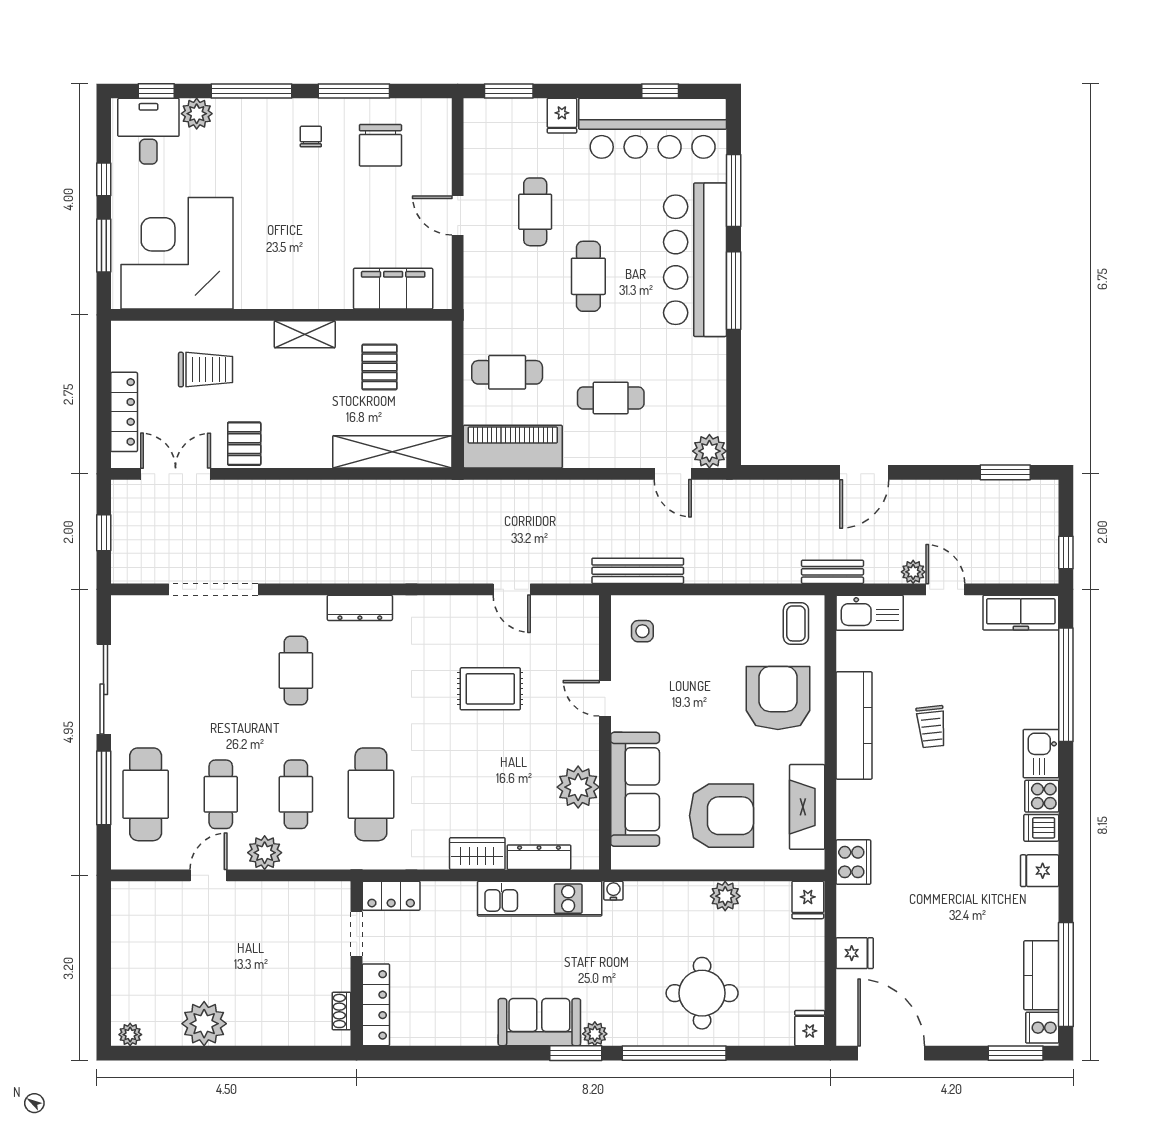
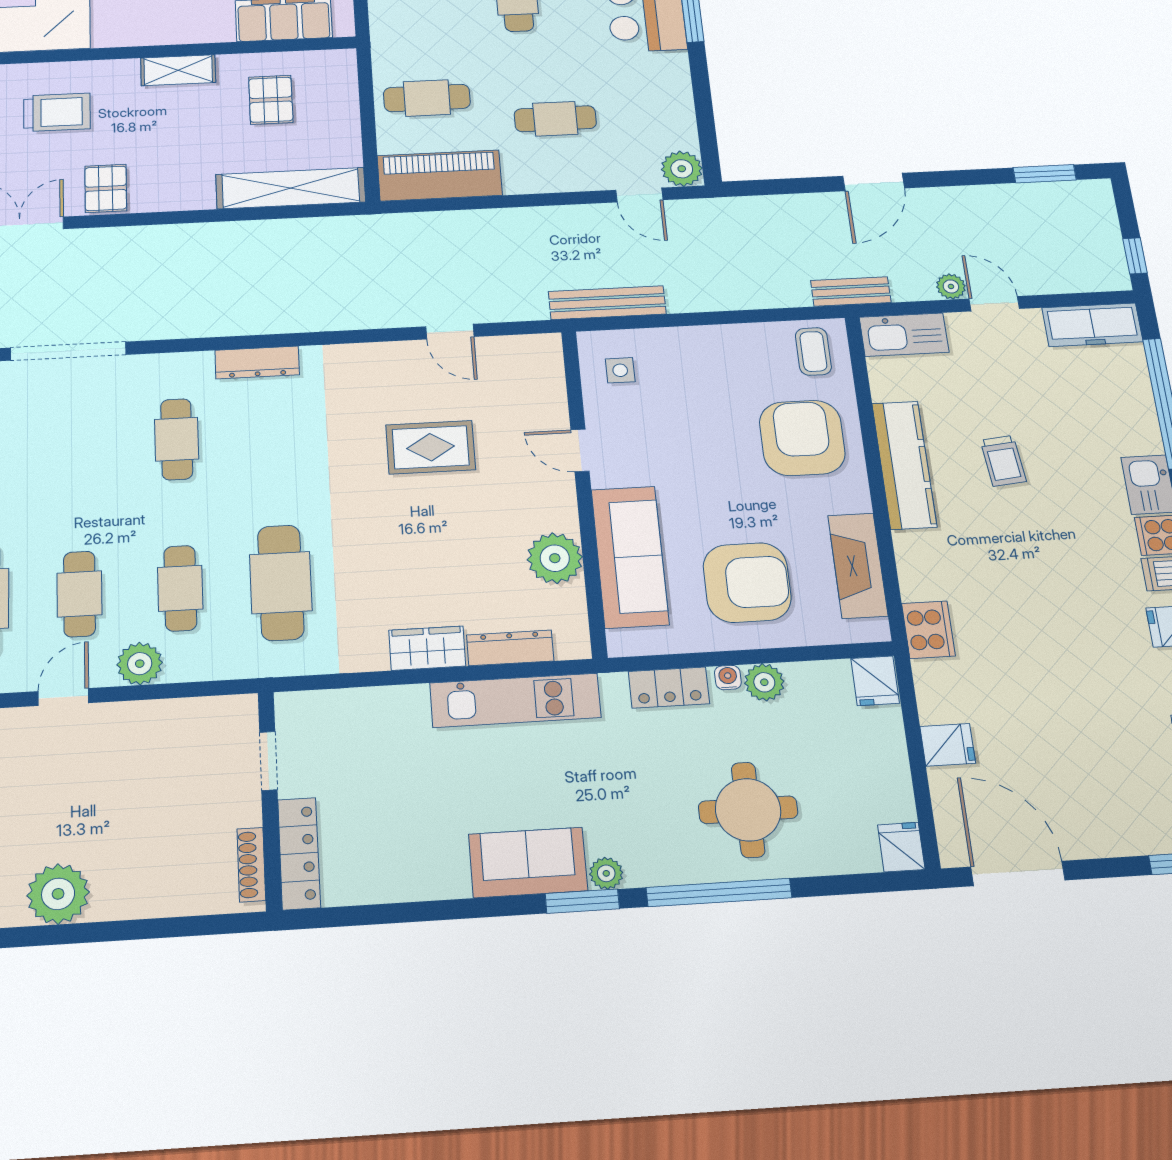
water cooler: (613, 891) -> (728, 678), moved
locker: (391, 896) -> (669, 688), moved
shoe rack: (342, 1011) -> (251, 865), width x1.43

